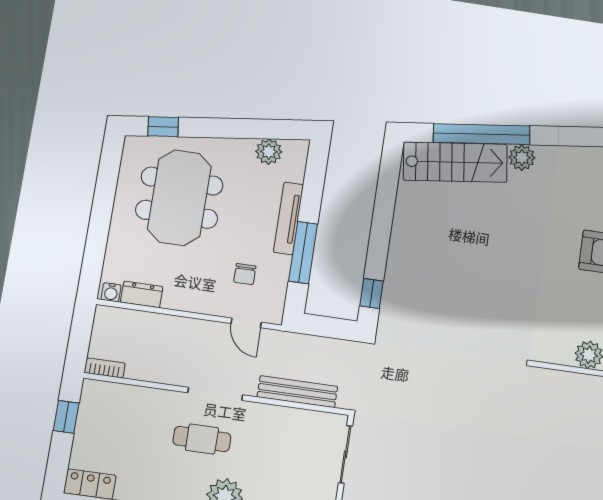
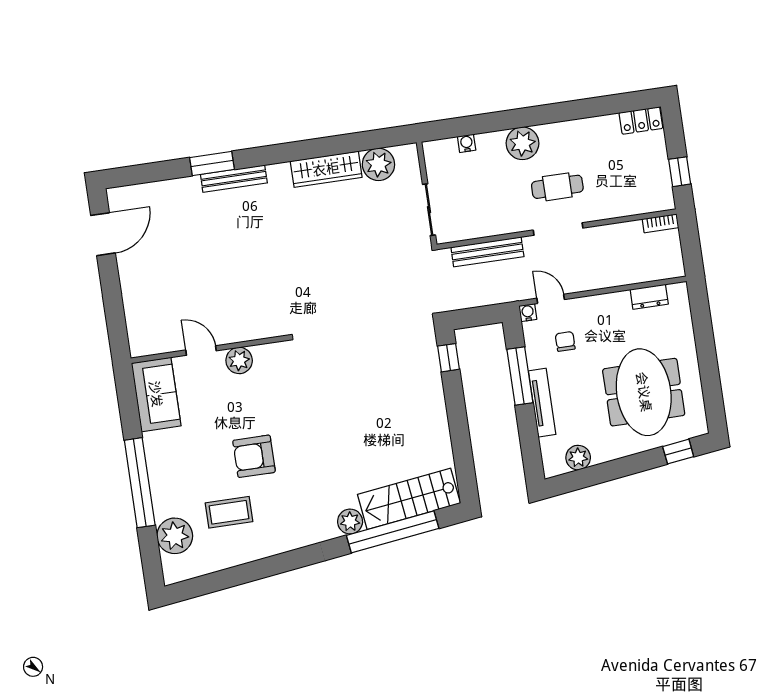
water cooler: (111, 292) -> (528, 313), moved

